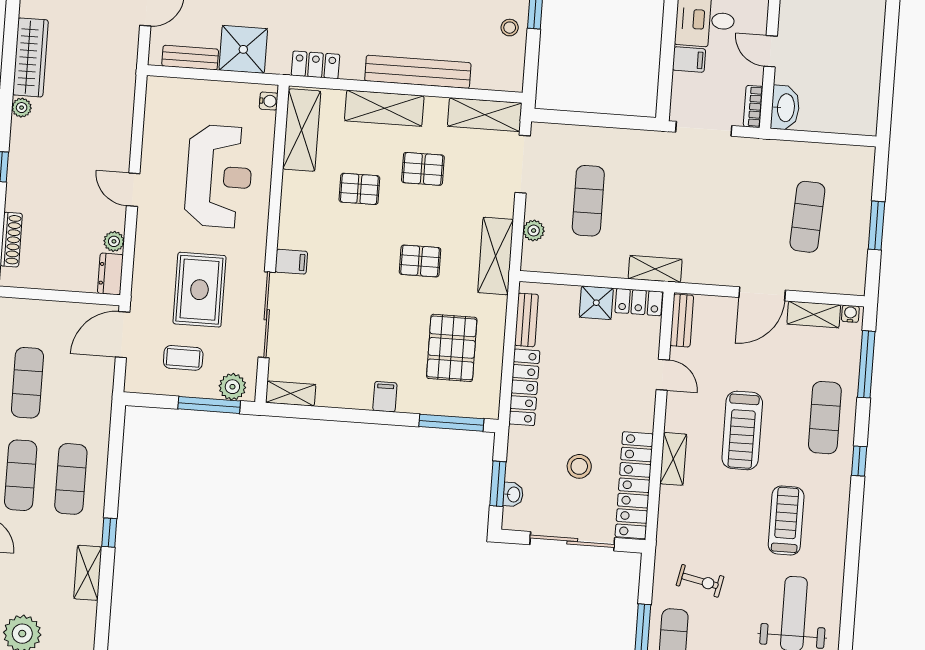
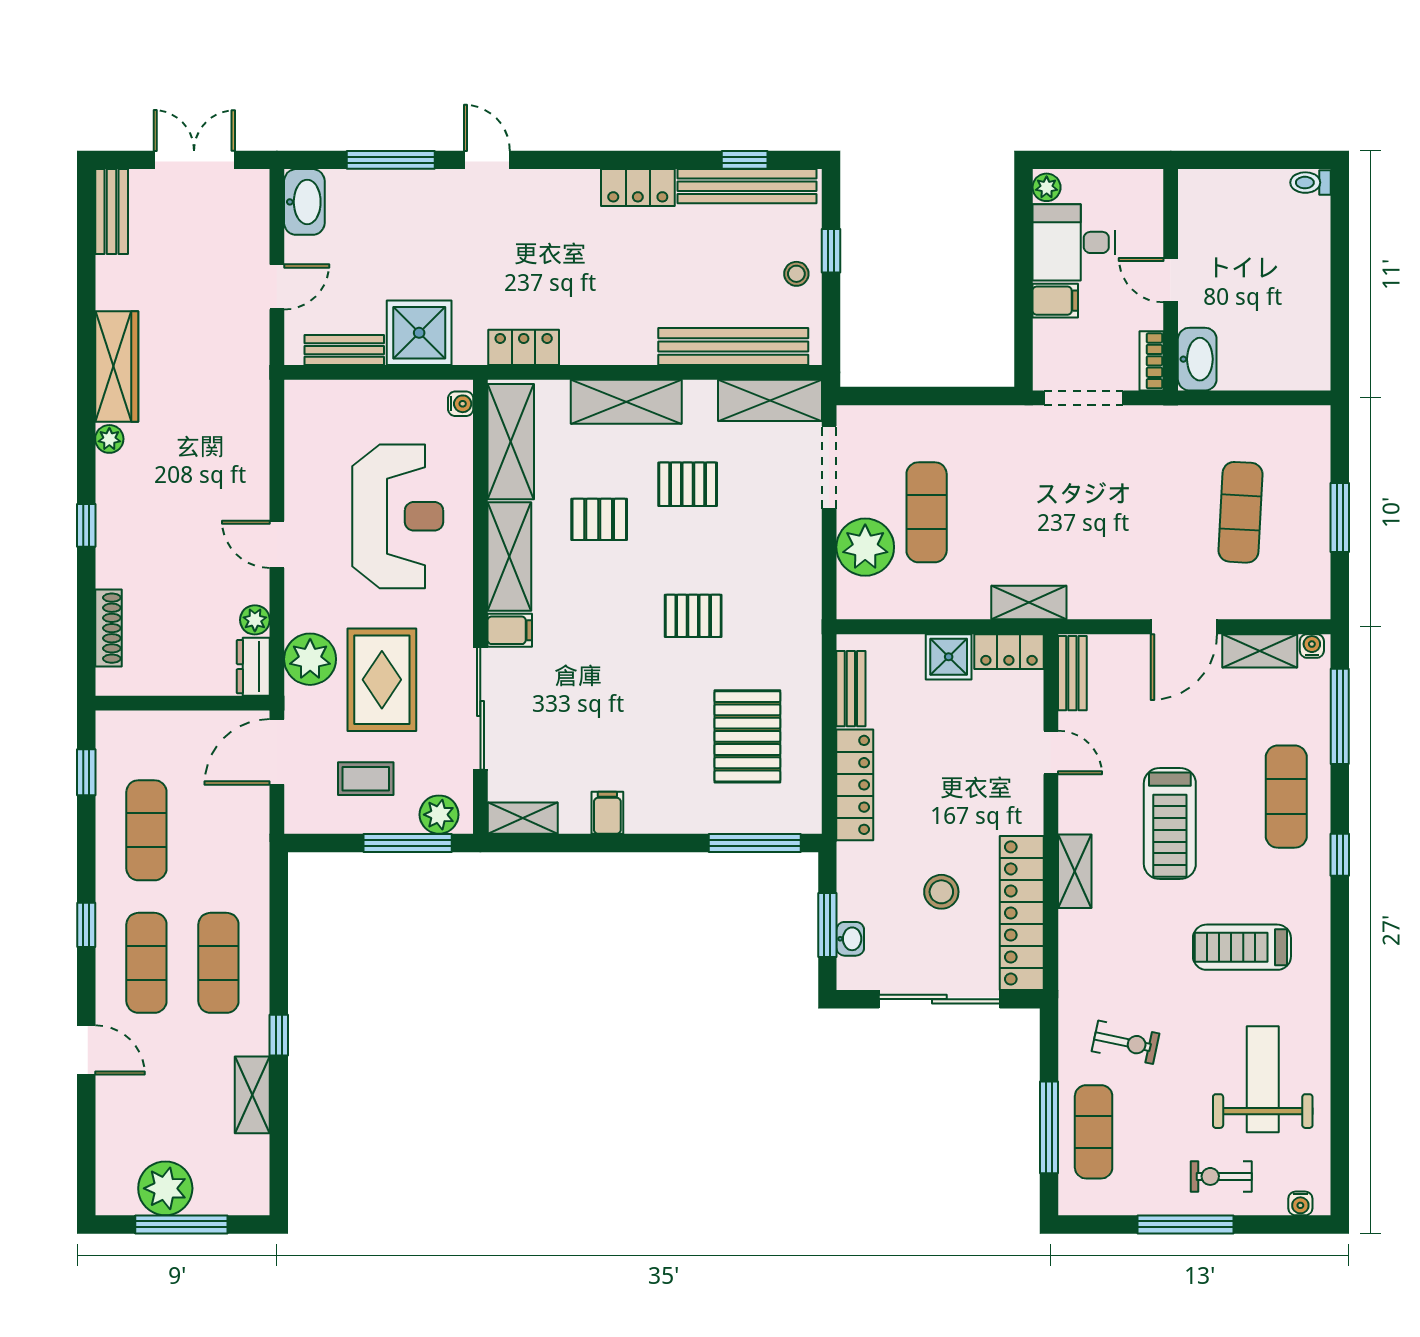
bench: (418, 72) -> (733, 347), moved
plant: (534, 231) -> (865, 547), width x1.88, depth x1.88
shelving: (496, 256) -> (509, 556), moved
plant: (150, 272) -> (310, 659), added
filing cabinet: (385, 397) -> (607, 813), moved
treadmill: (786, 520) -> (1242, 947), turned -90

